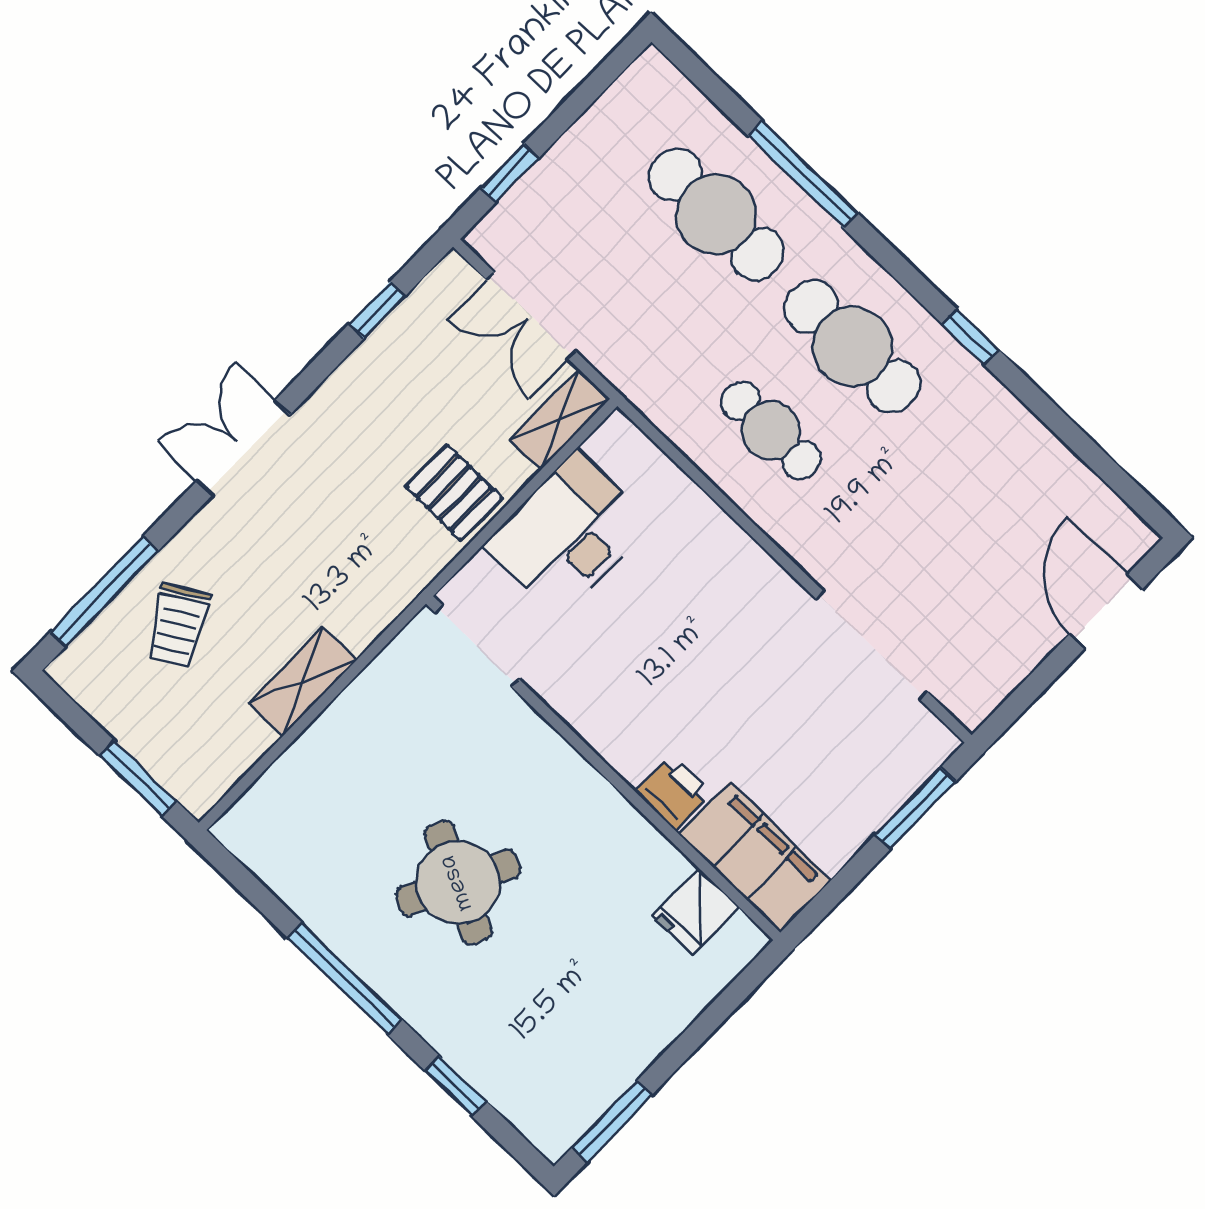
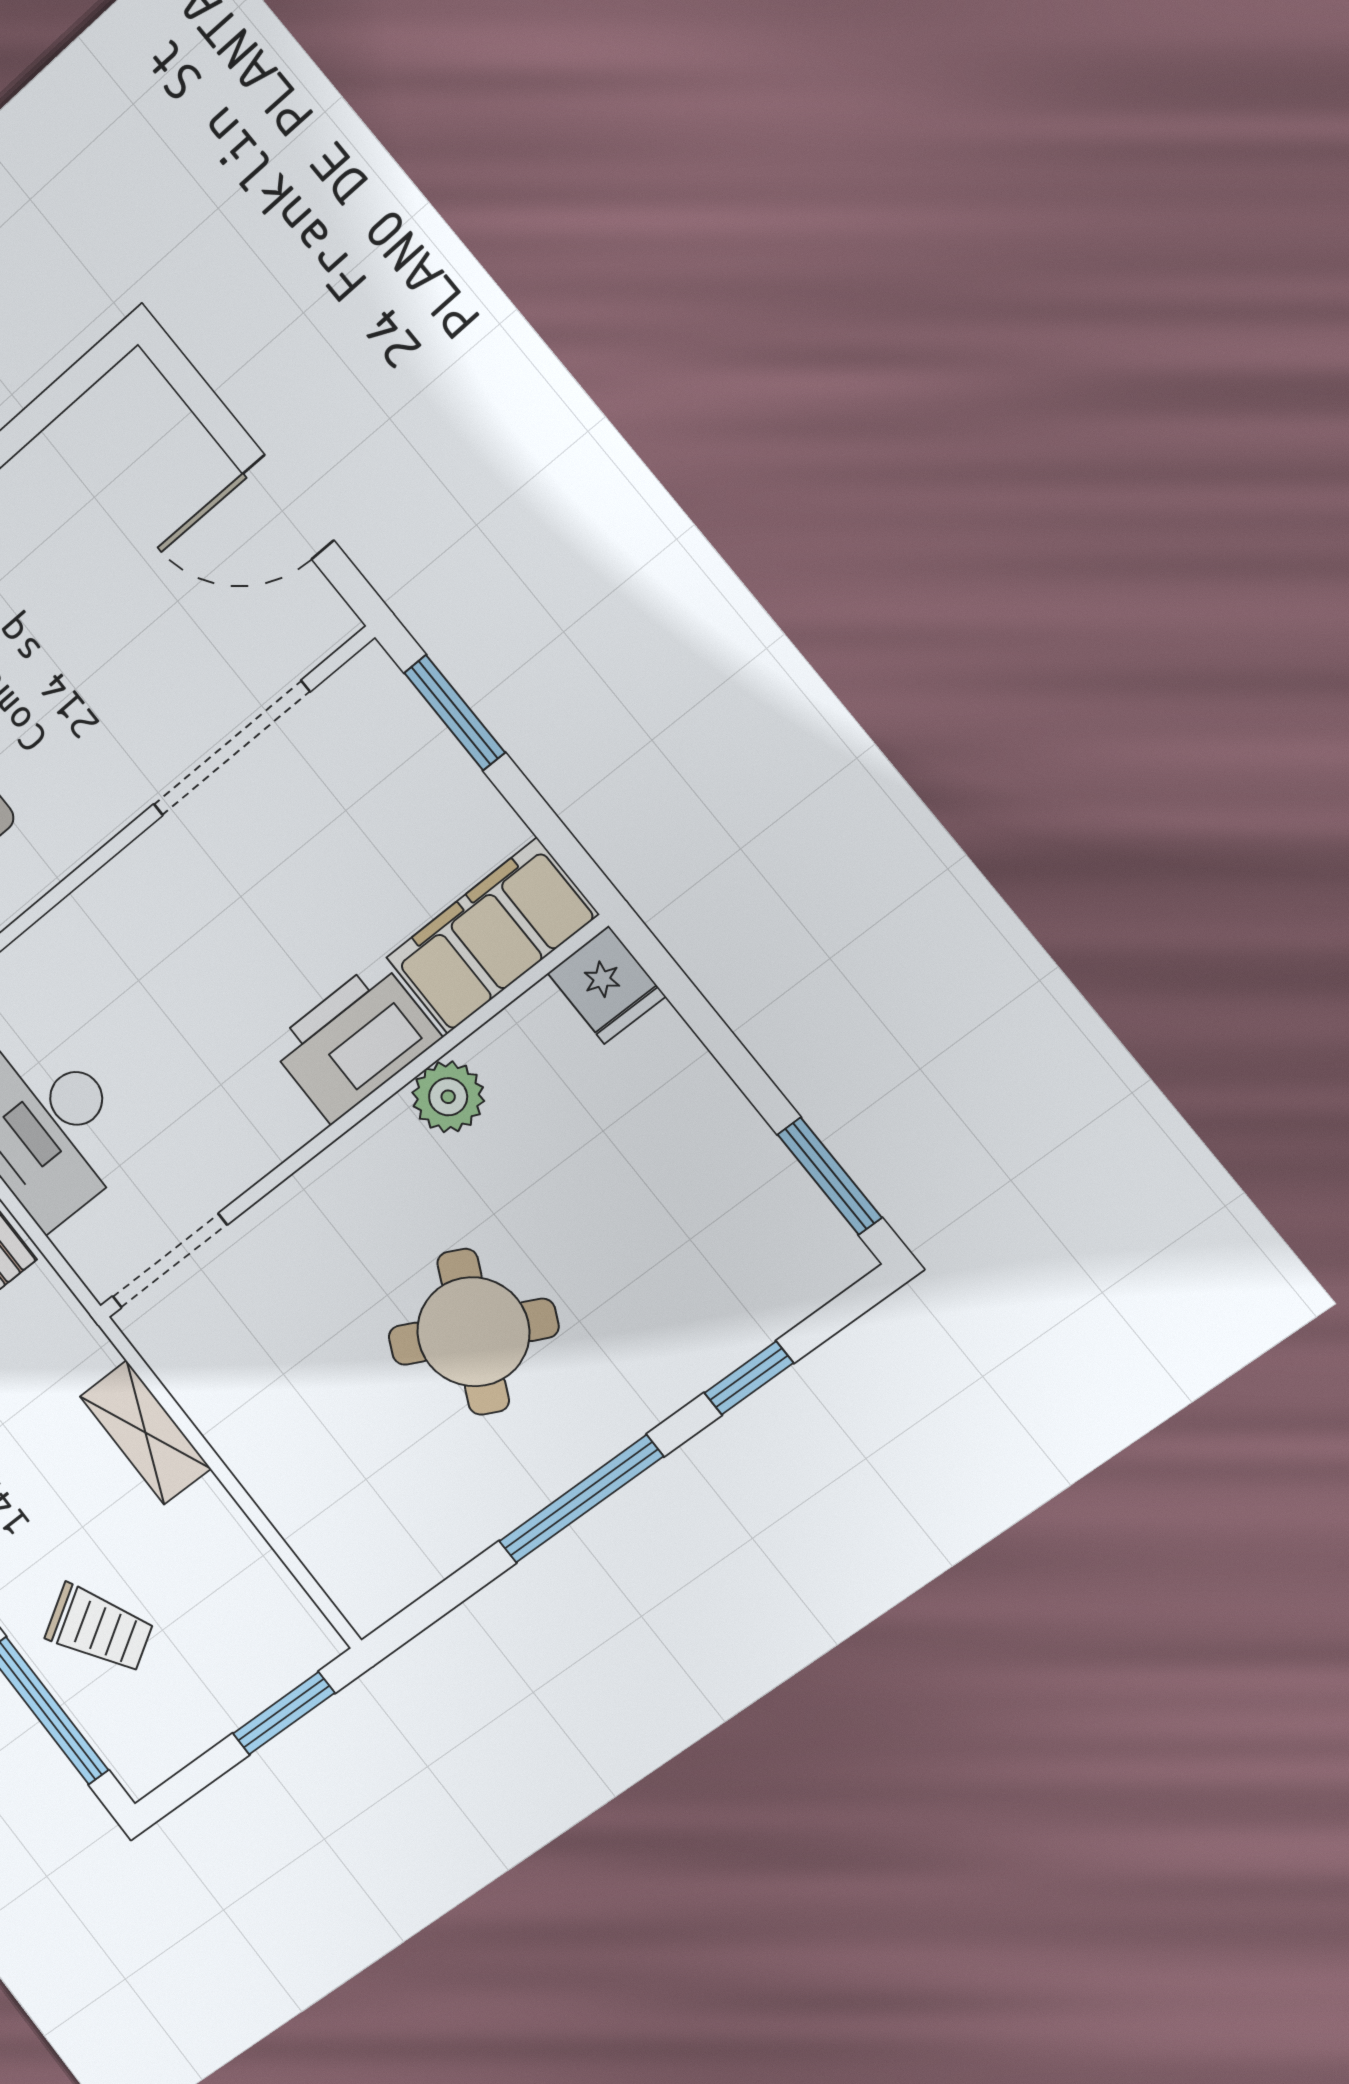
door: (1106, 612) -> (288, 507), moved
shelving: (303, 682) -> (145, 1432), moved
printer: (673, 793) -> (355, 1041), width x1.87, depth x1.48
plant: (632, 841) -> (448, 1097), added
fridge: (696, 911) -> (606, 985), moved

